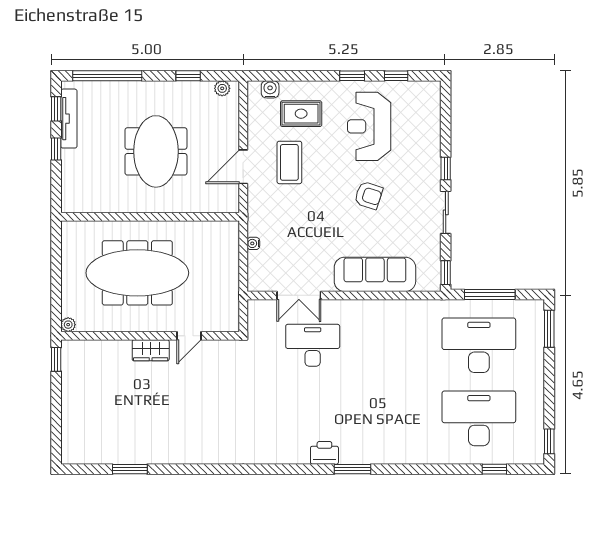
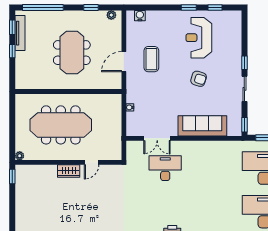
rug: (301, 114) -> (158, 30), removed

